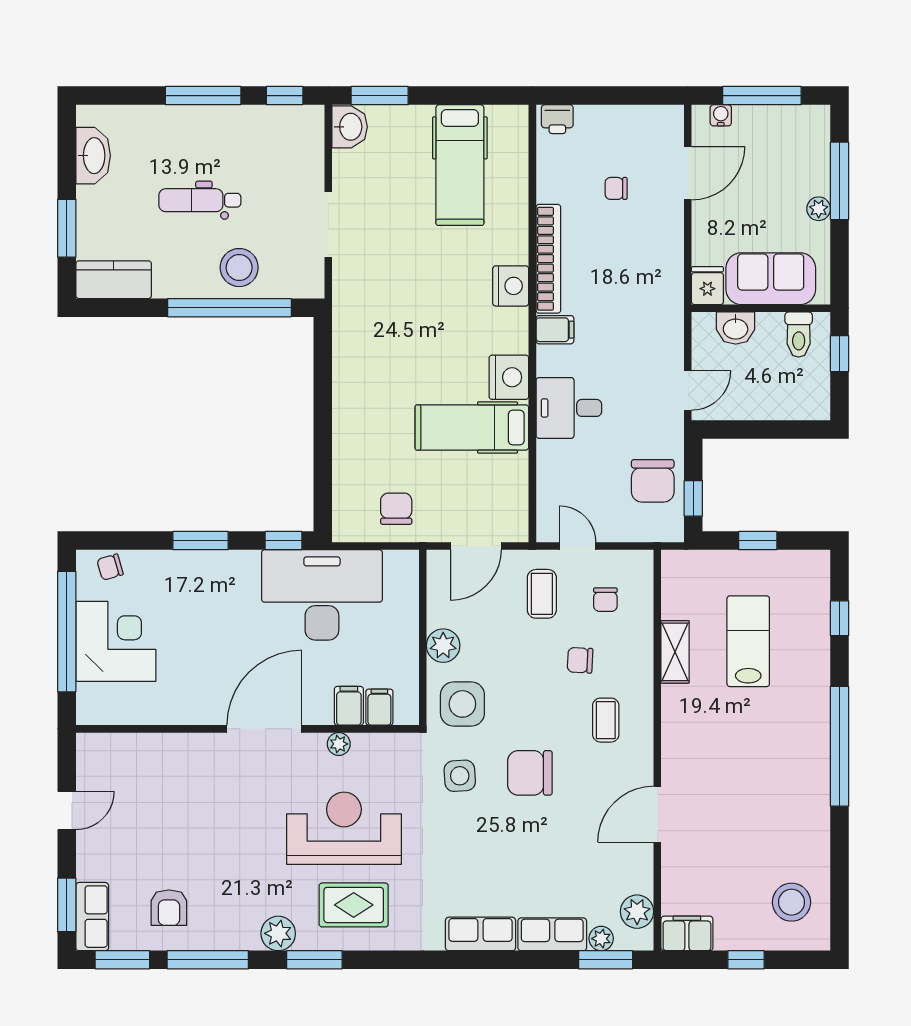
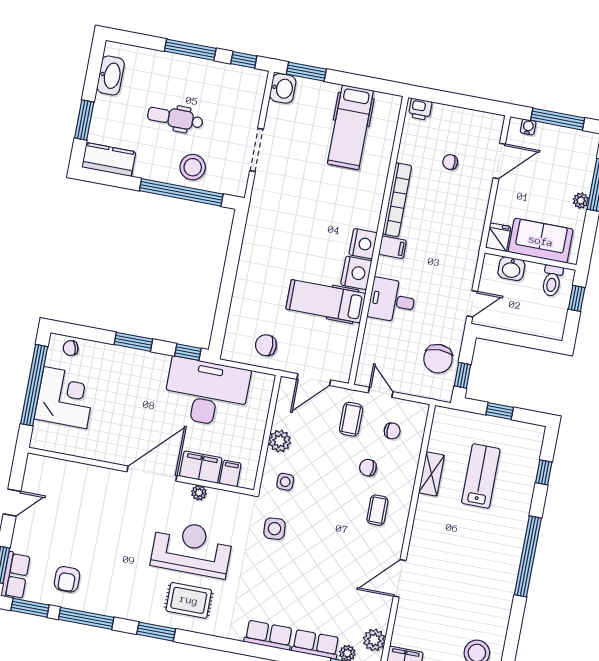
nightstand: (511, 286) -> (363, 244), moved
chair: (396, 509) -> (266, 345), turned -90
chair: (605, 600) -> (392, 431), turned -90
side table: (462, 704) -> (285, 482), width x0.54, depth x0.54
filing cabinet: (349, 706) -> (201, 467), width x2.00
chair: (530, 773) -> (321, 535), removed
plant: (278, 933) -> (136, 610), removed

